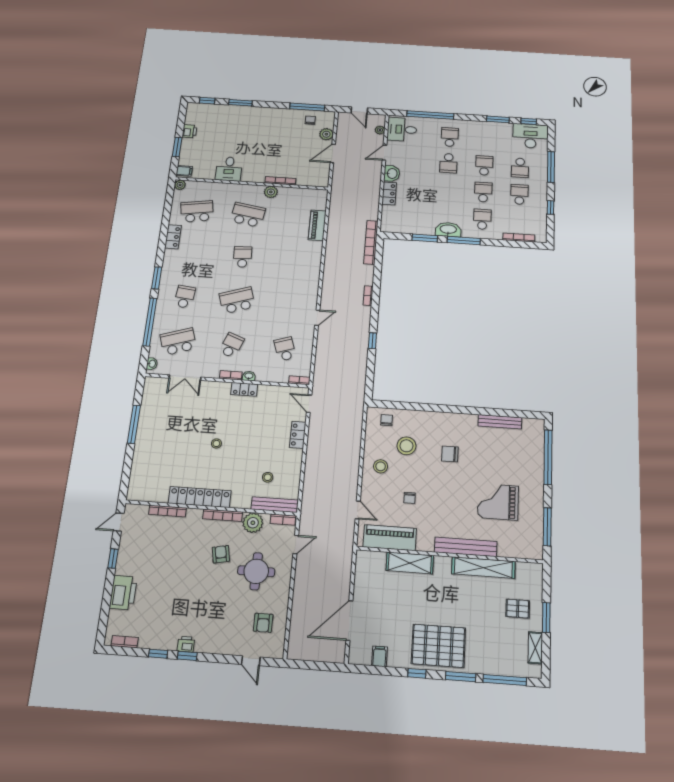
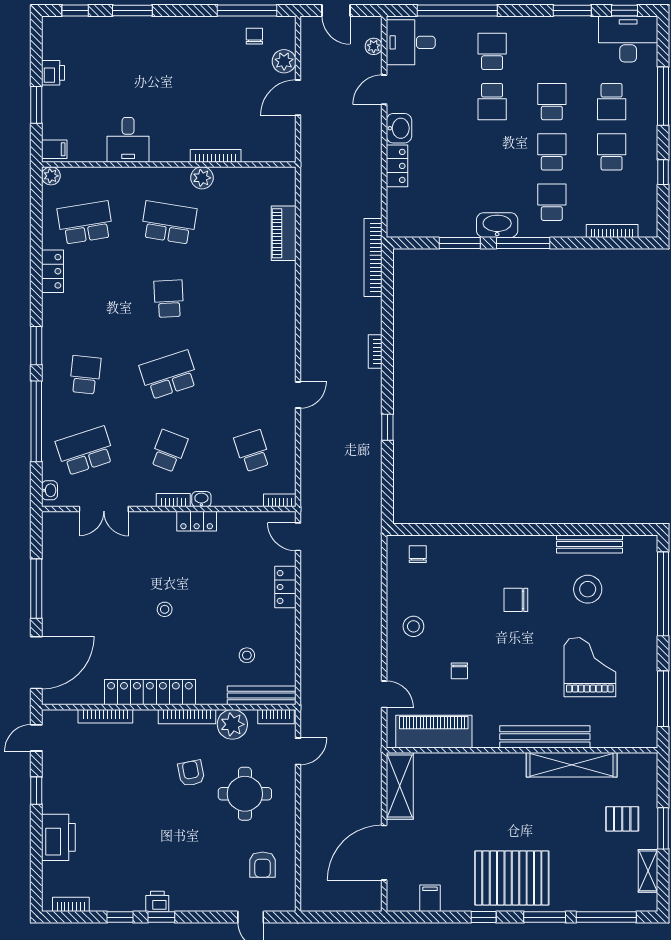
stool: (406, 446) -> (588, 589), moved
door: (126, 472) -> (36, 663), added
grand piano: (498, 502) -> (590, 667), turned 90
shelving: (410, 563) -> (400, 786), moved, turned 90

